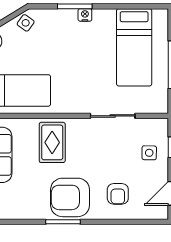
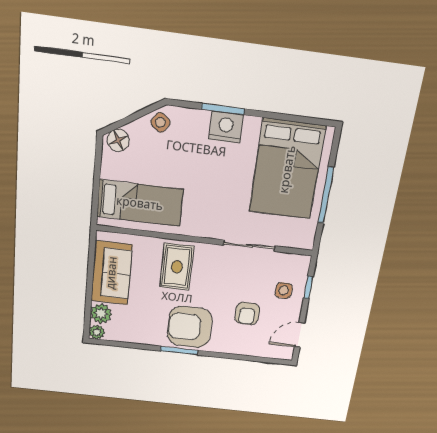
nightstand: (85, 15) -> (226, 127), width x1.89, depth x1.79
bed: (134, 47) -> (287, 169), width x1.50
armchair: (118, 194) -> (247, 313), moved

